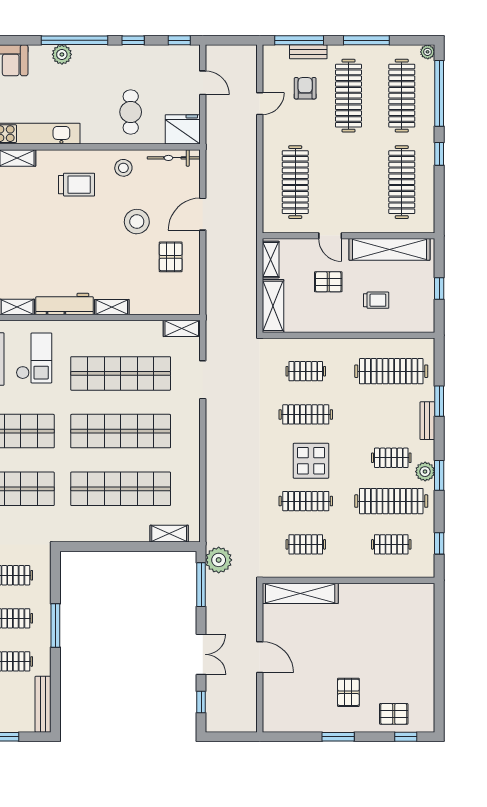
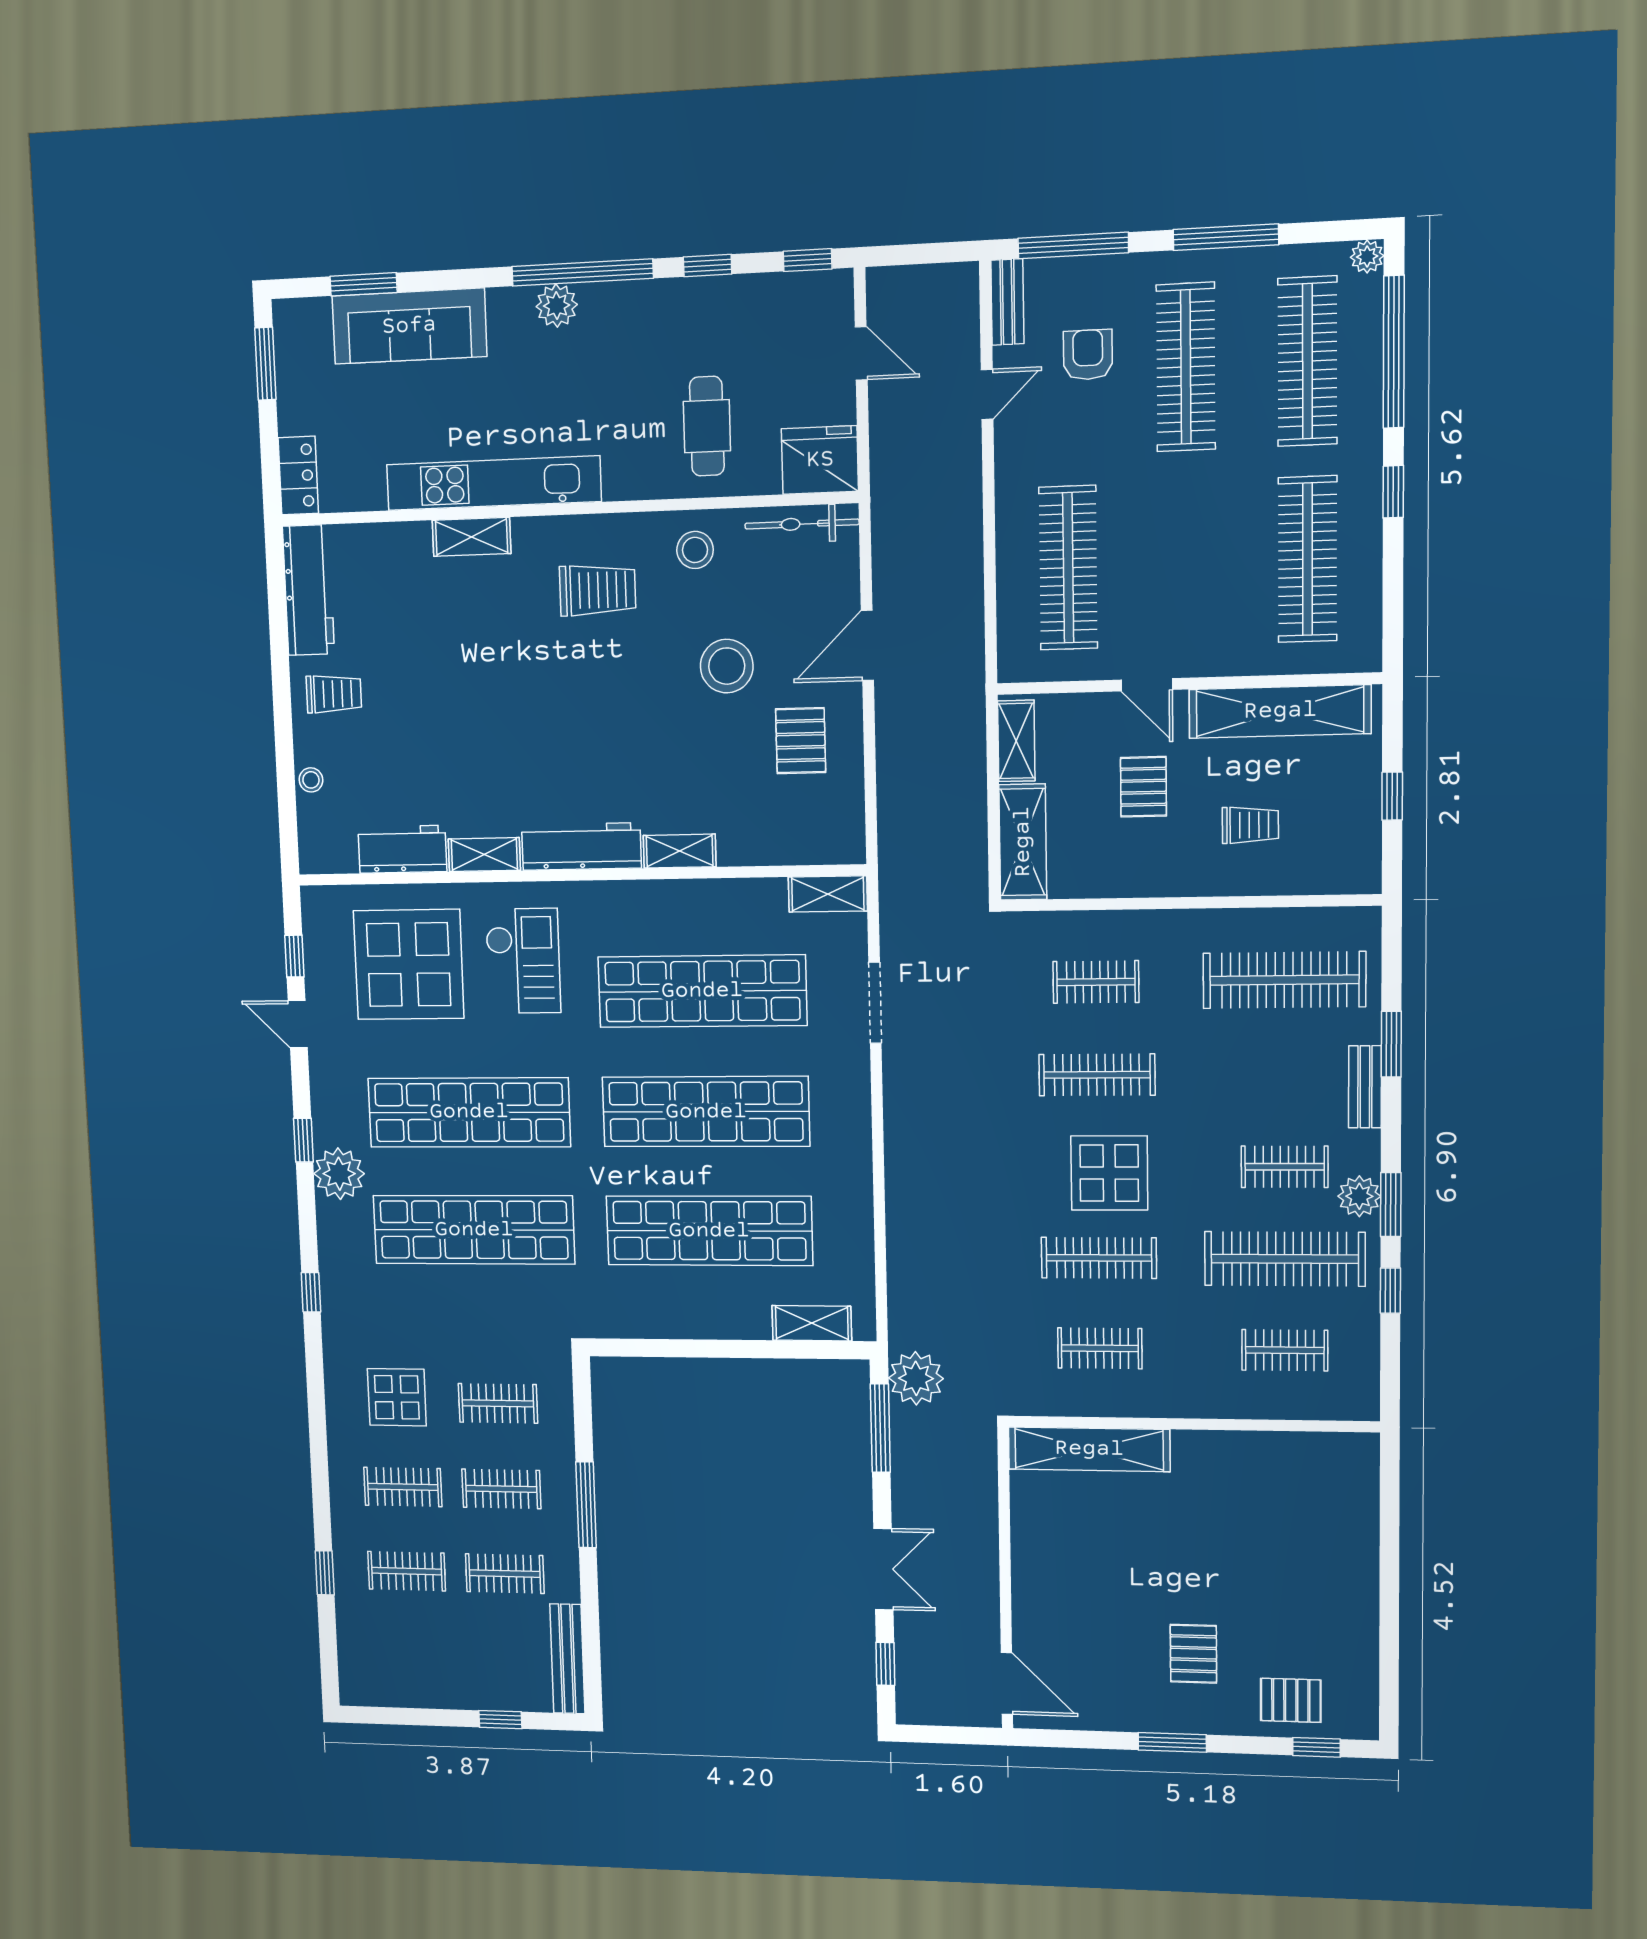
bench: (308, 52) -> (1007, 302), moved, turned 90
pallet: (328, 282) -> (1143, 787), turned 90
window: (439, 543) -> (1390, 1291), moved
door: (260, 657) -> (1007, 1683), moved

